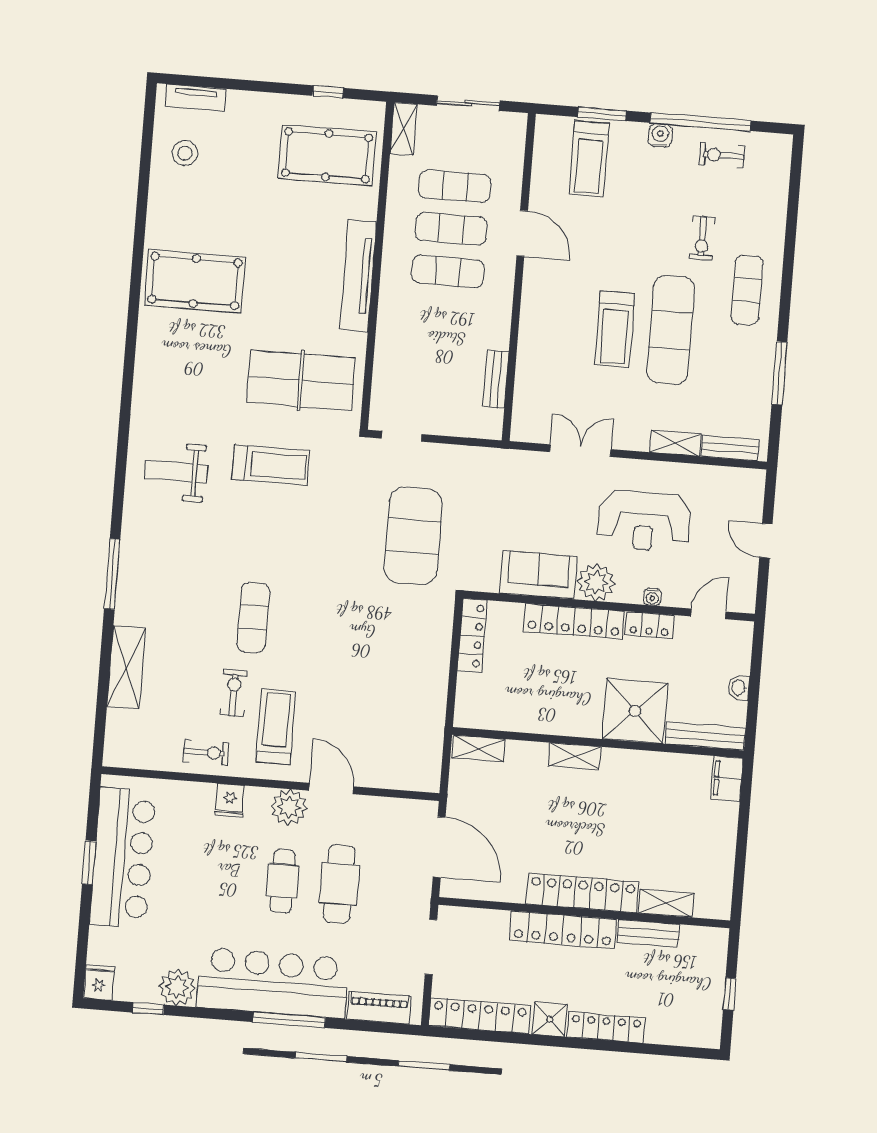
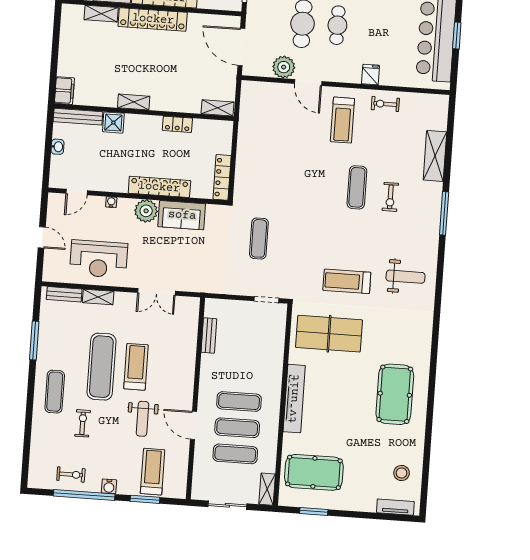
window: (328, 92) -> (314, 511), width x1.50
weight bench: (605, 245) -> (142, 419), added
pool table: (195, 281) -> (395, 394), turned 90
reception desk: (644, 521) -> (99, 259), moved, turned 180
exercise mat: (413, 536) -> (259, 238), width x0.50, depth x0.69
locker: (649, 625) -> (177, 124), moved, turned 180
exercise bike: (234, 693) -> (390, 197), moved
shower: (635, 711) -> (113, 123), width x0.54, depth x0.54
shelving: (575, 756) -> (134, 102), moved
plant: (289, 807) -> (284, 67), moved

